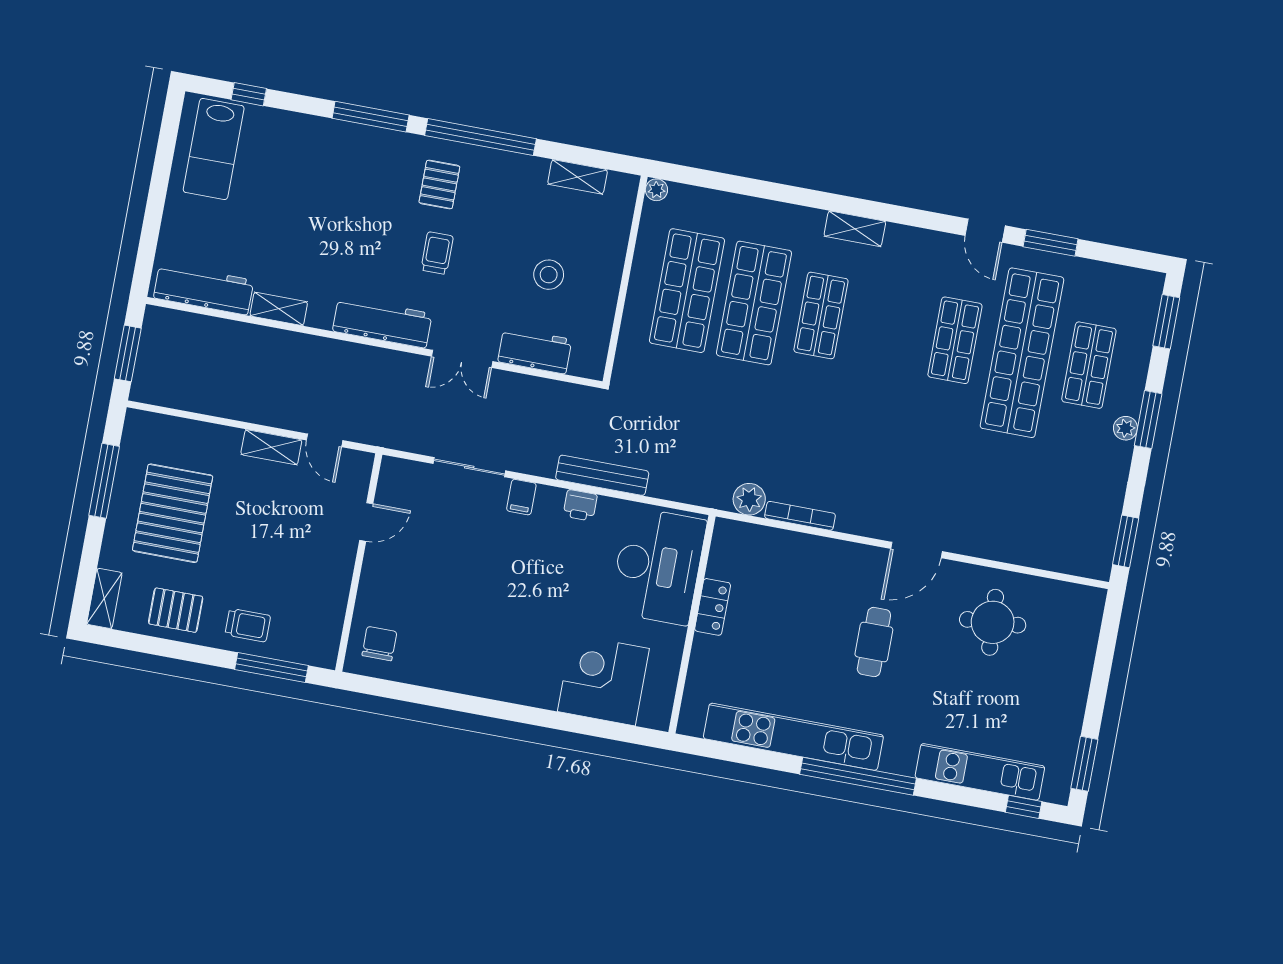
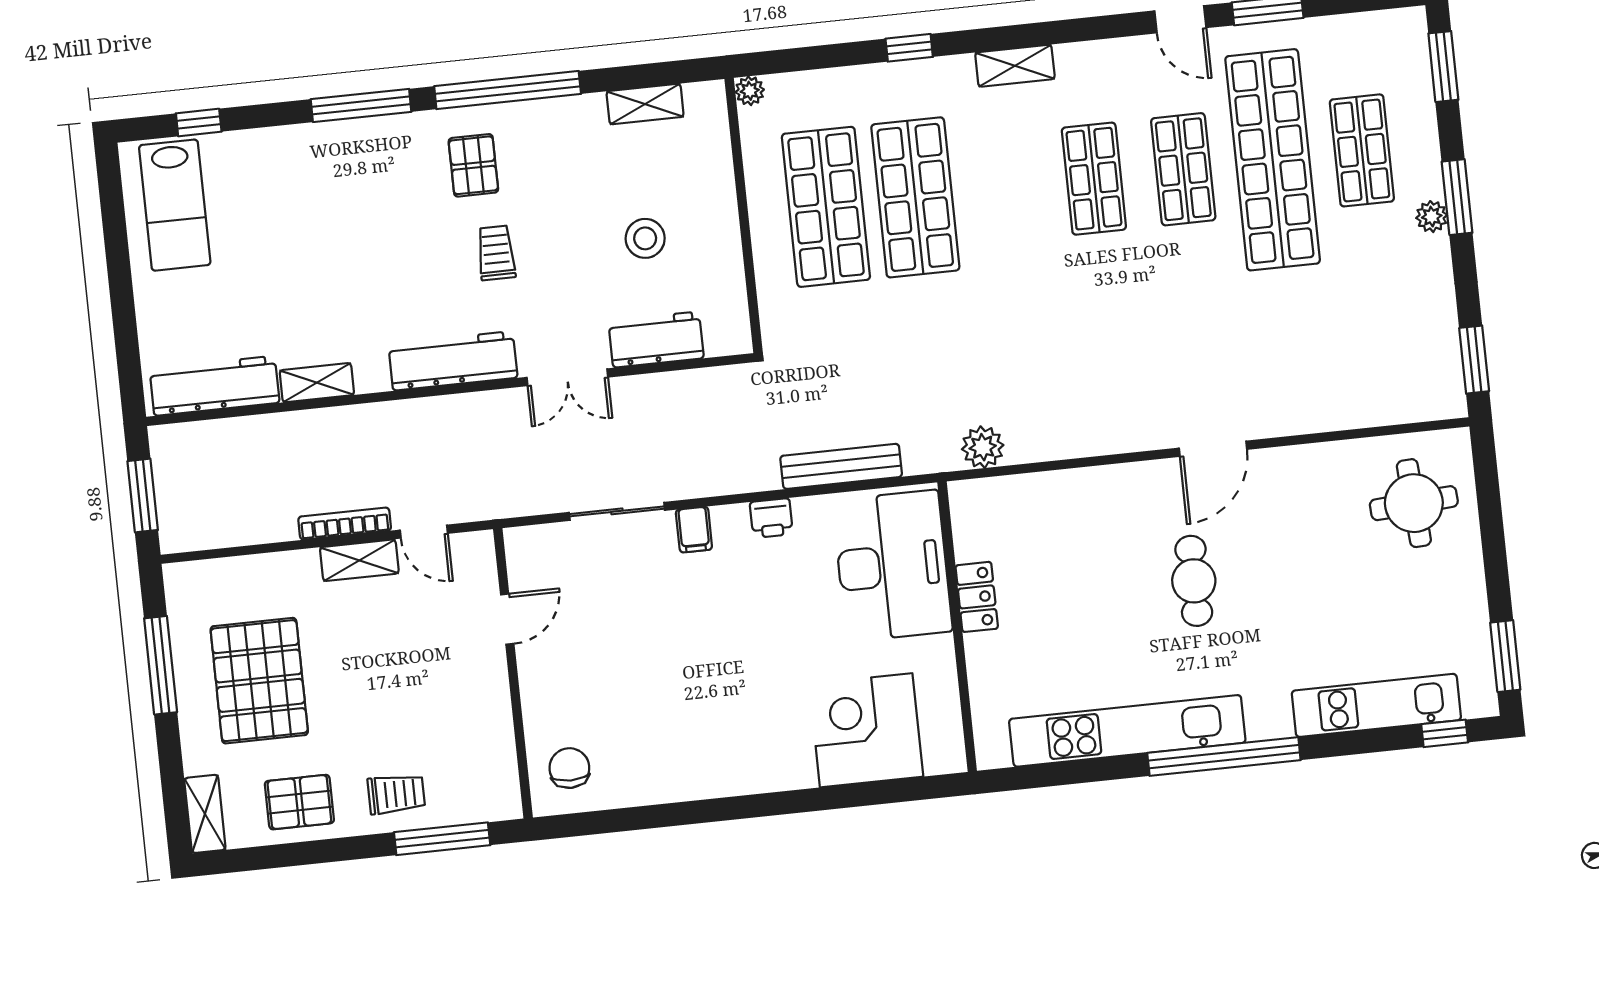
window: (782, 193) -> (909, 48), added
shop shelf: (821, 315) -> (1094, 179), moved
bench: (602, 475) -> (841, 466), moved
bookcase: (800, 516) -> (345, 524), moved
round table: (993, 622) -> (1414, 503), moved

